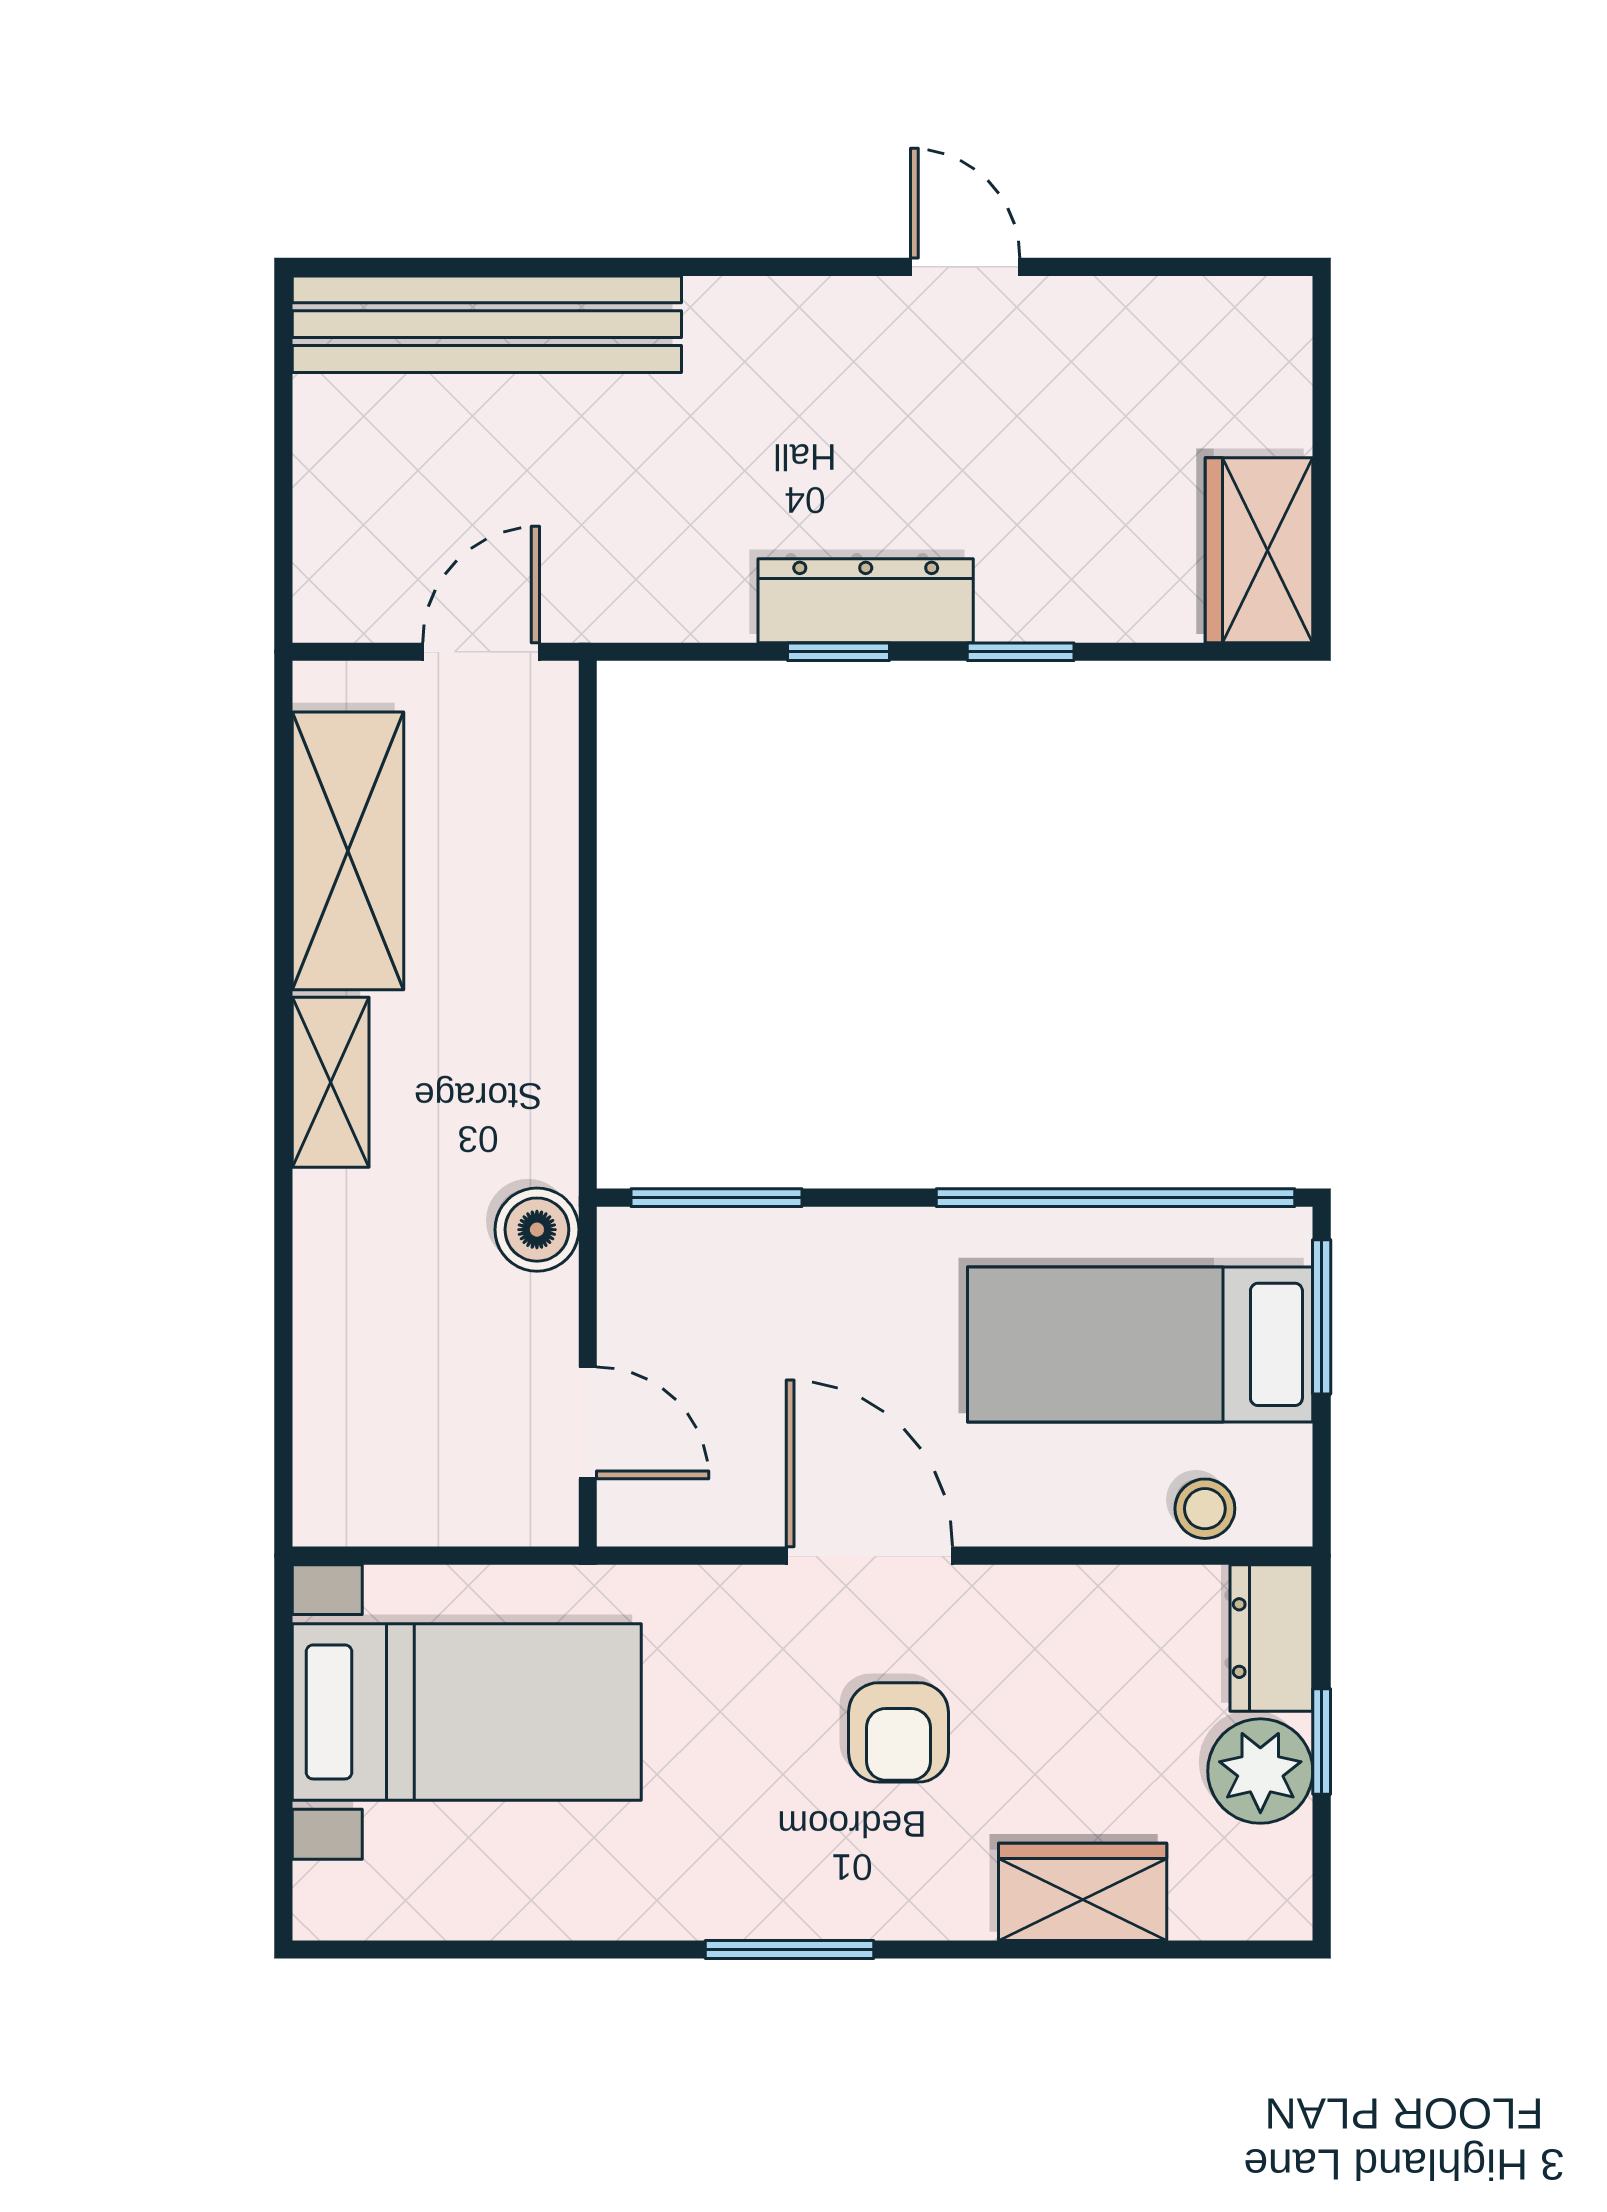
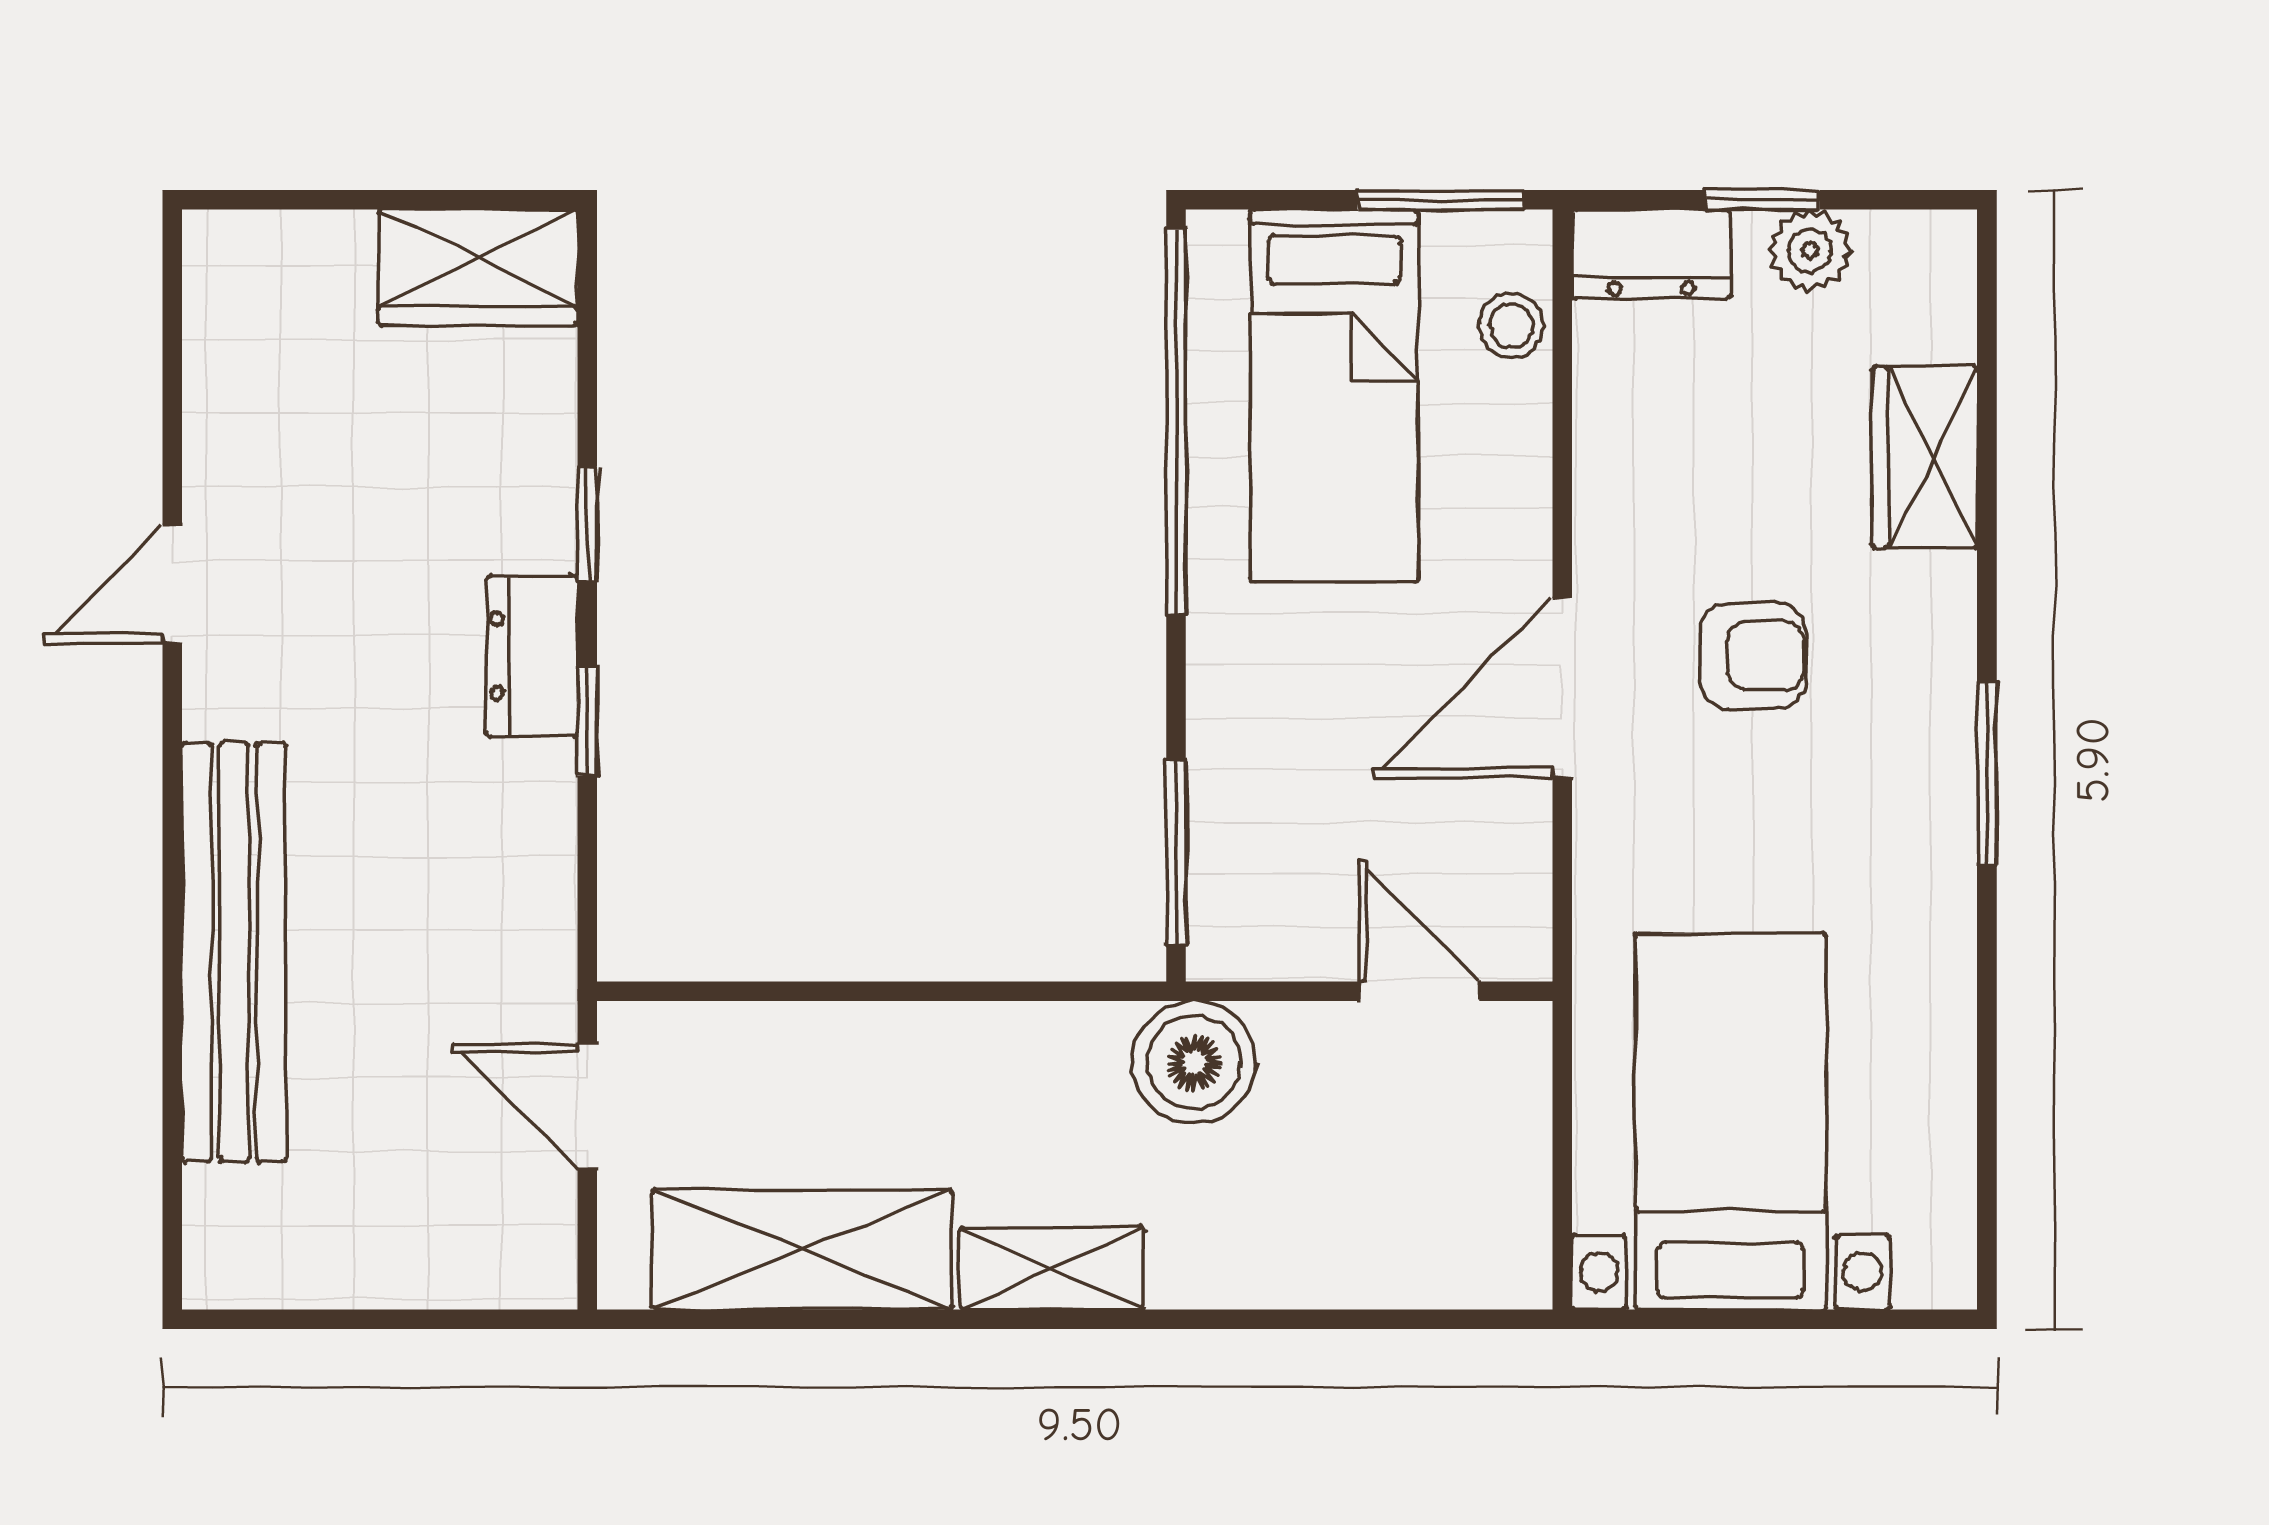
bench: (487, 324) -> (234, 952), moved
dresser: (866, 601) -> (532, 656), width x0.70
boiler: (537, 1230) -> (1194, 1062), width x1.36, depth x1.36
window: (1322, 1317) -> (1441, 200), moved
door: (588, 1423) -> (1419, 991), hinge flipped
plant: (1260, 1771) -> (1810, 250), width x0.73, depth x0.73

